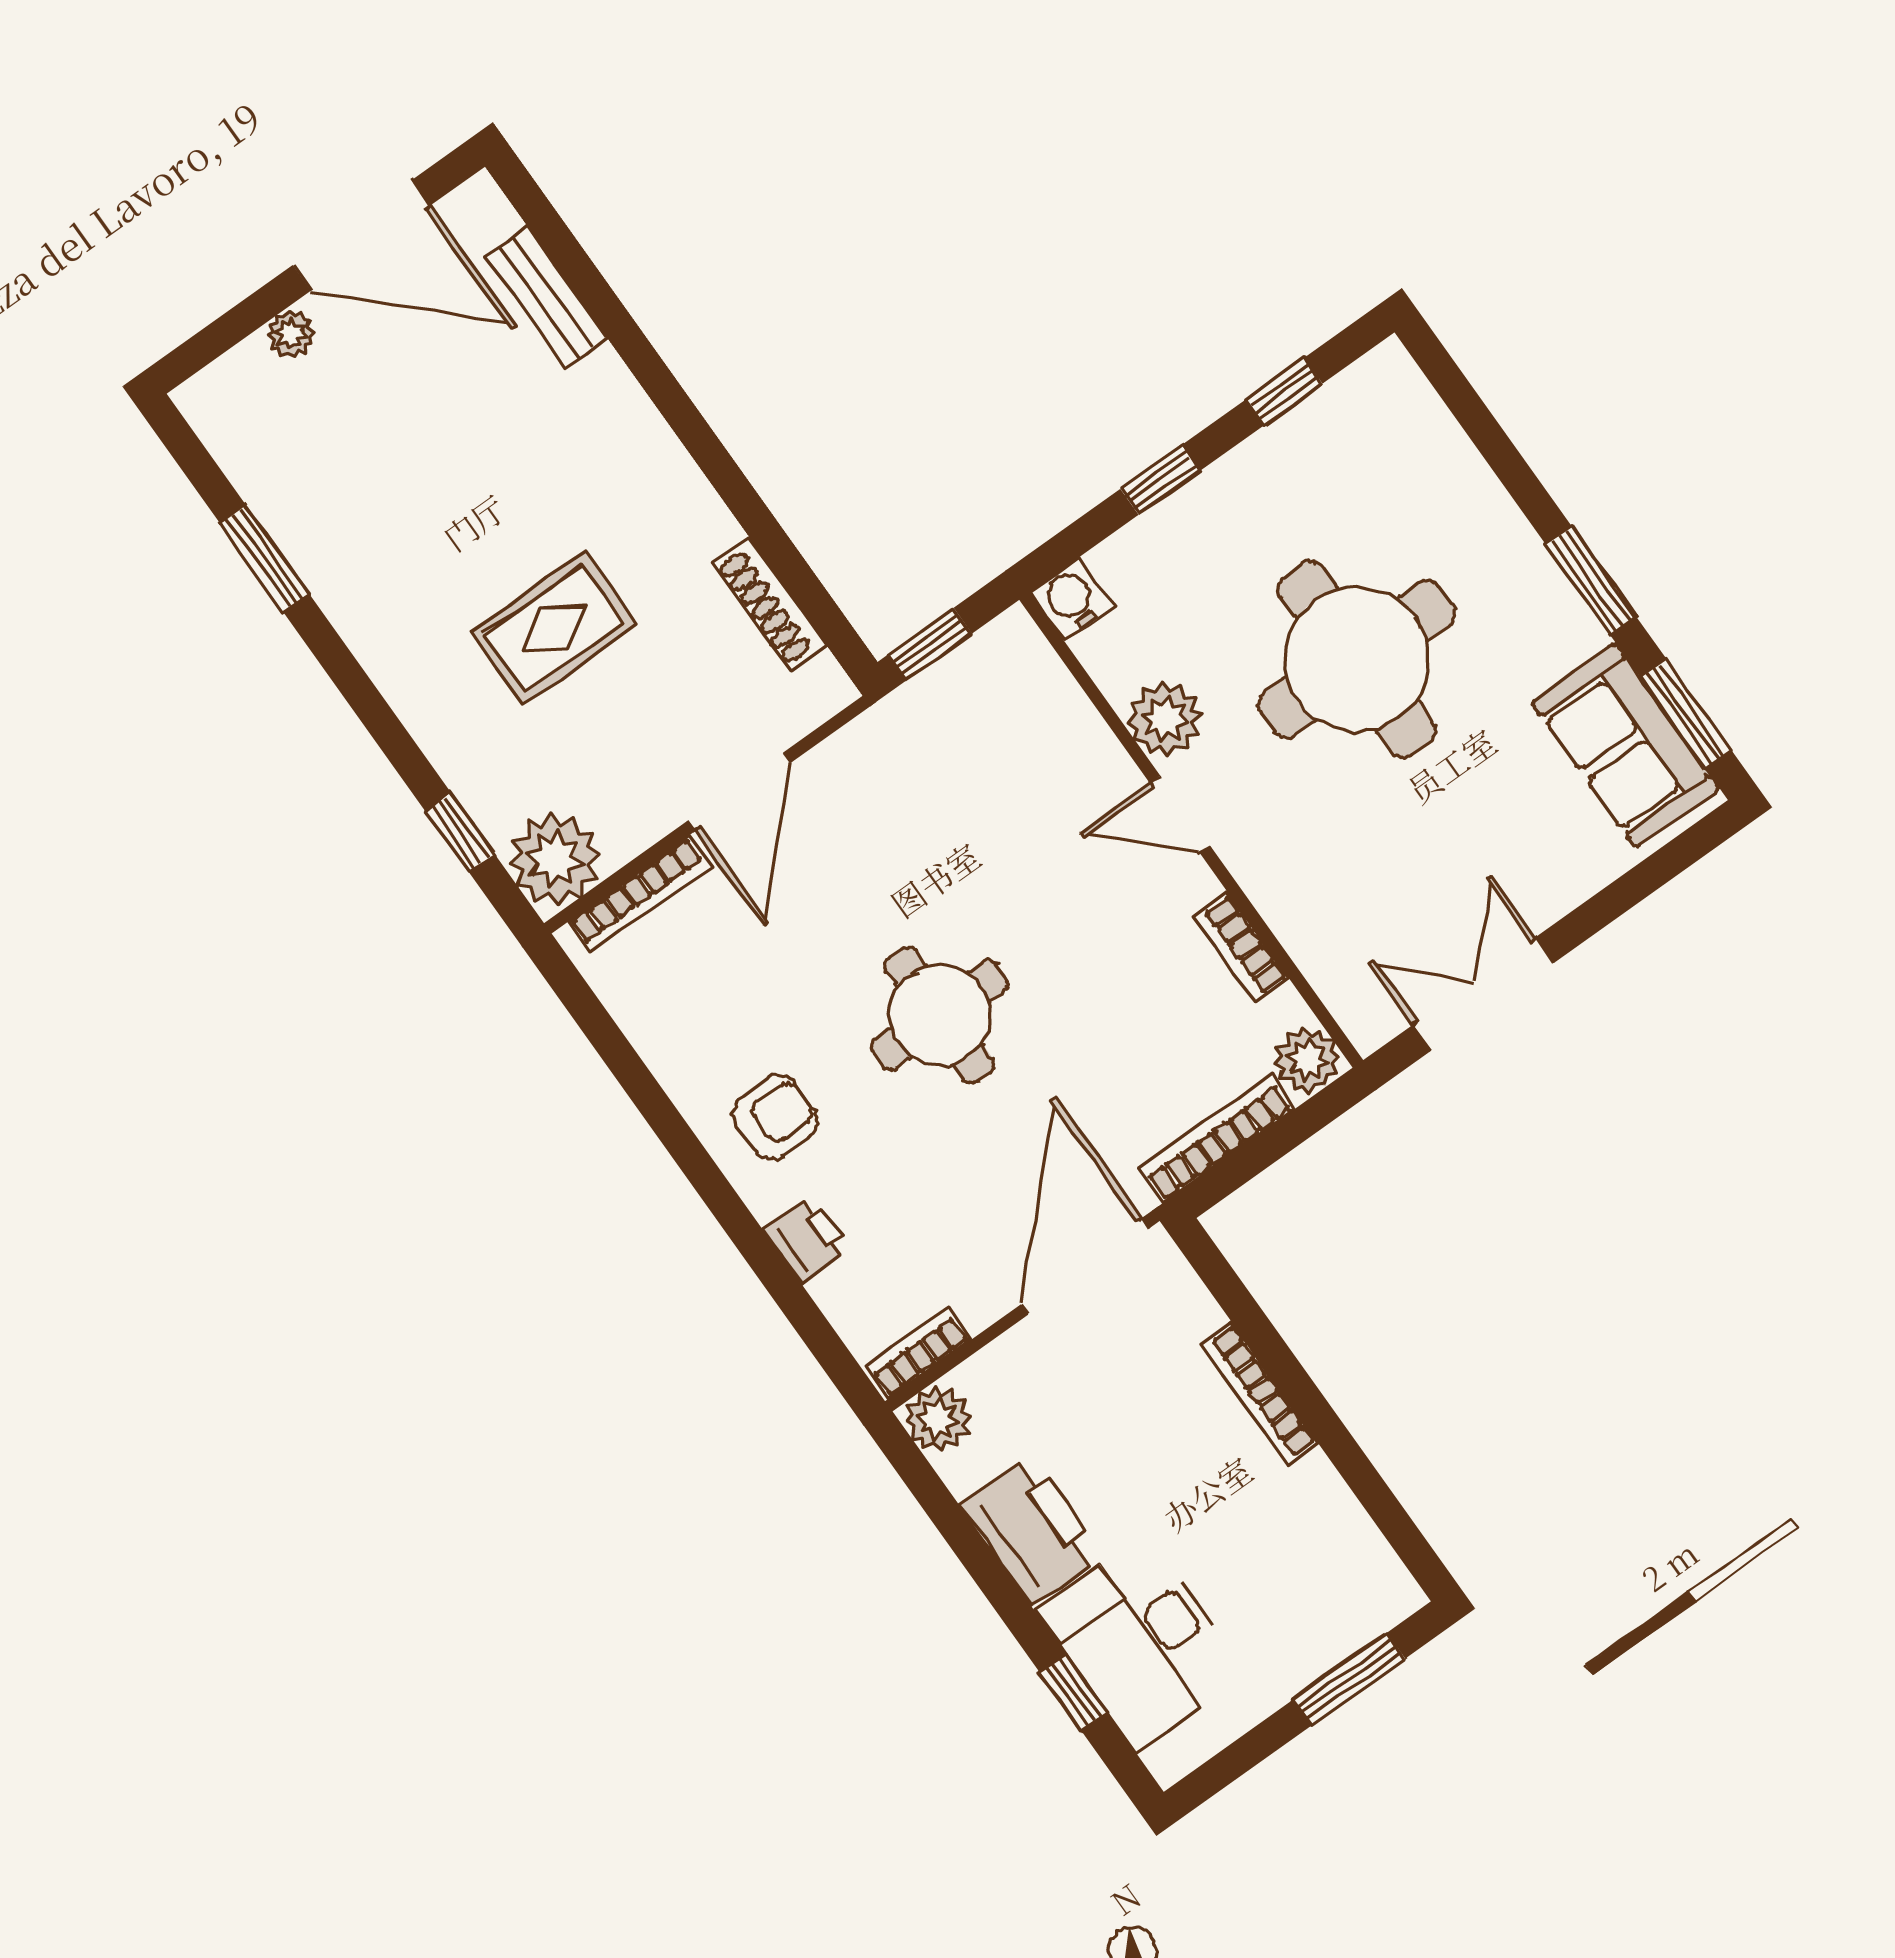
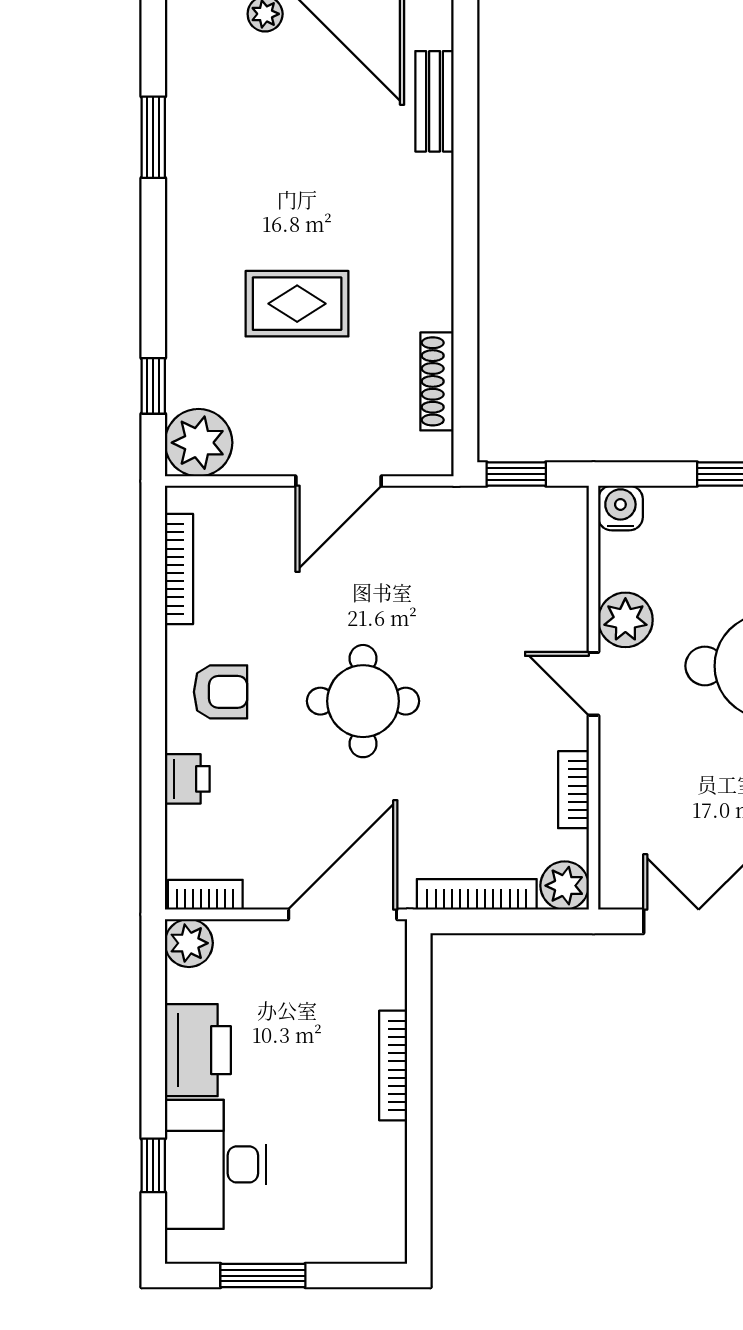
bookcase: (640, 894) -> (179, 569), moved, turned -90
window: (1349, 1679) -> (263, 1276), moved

